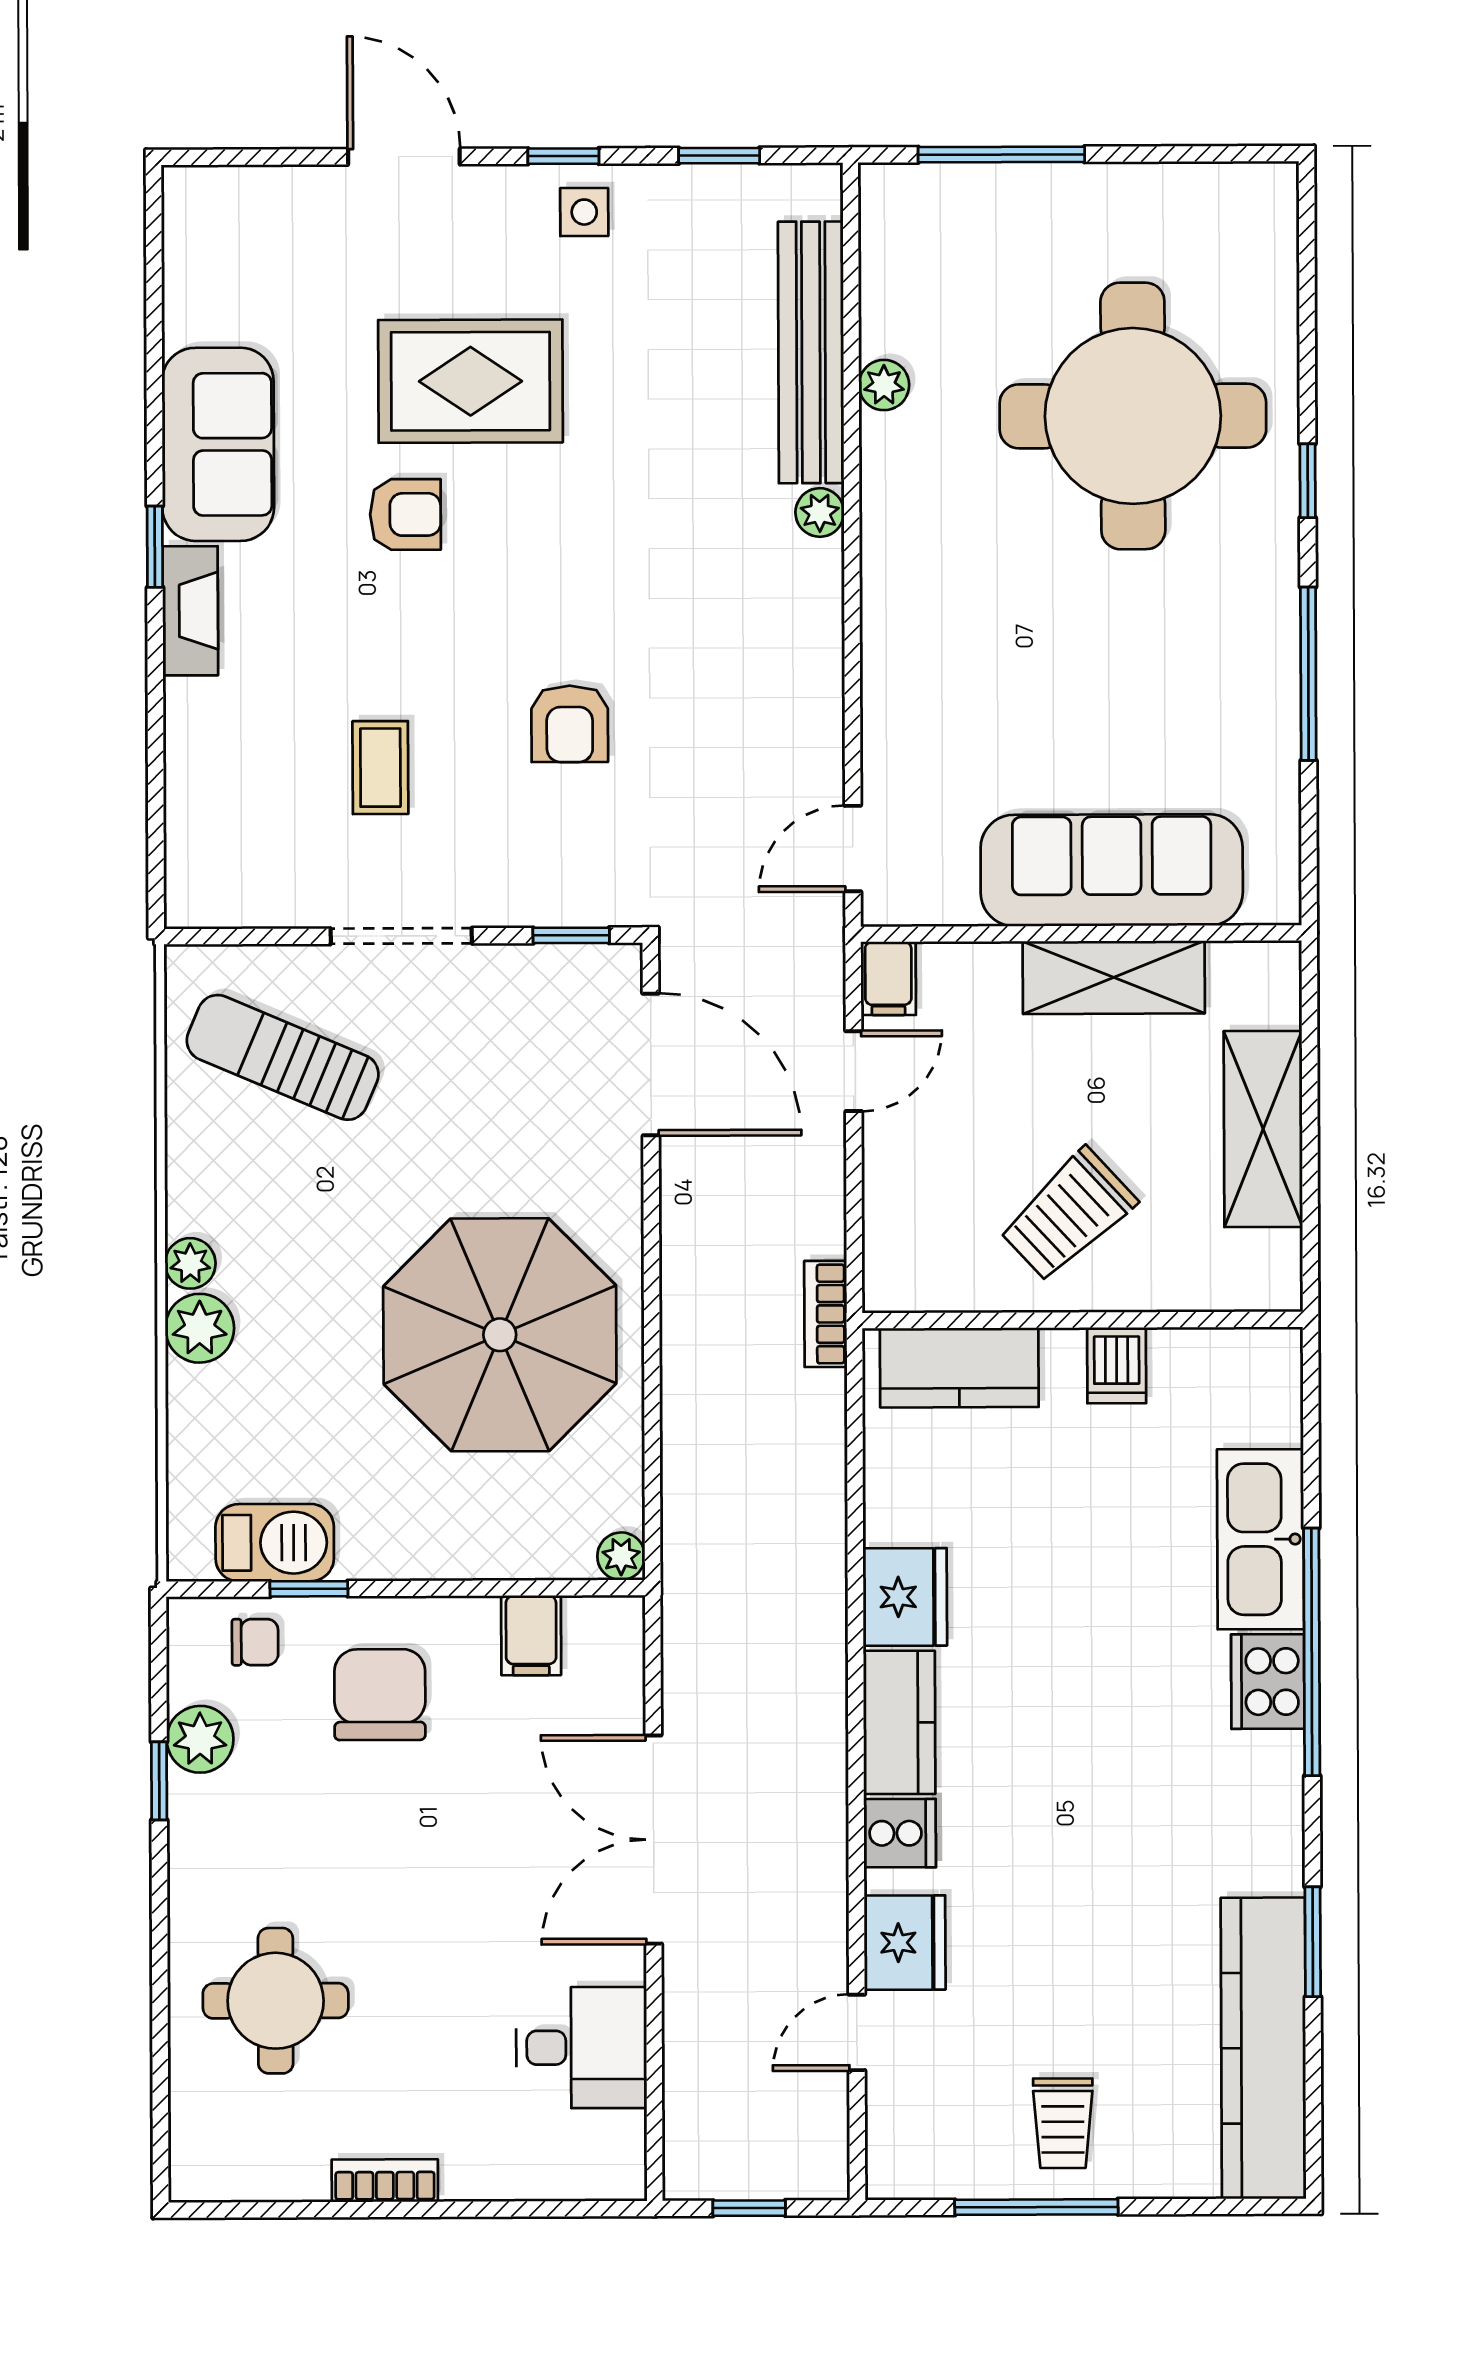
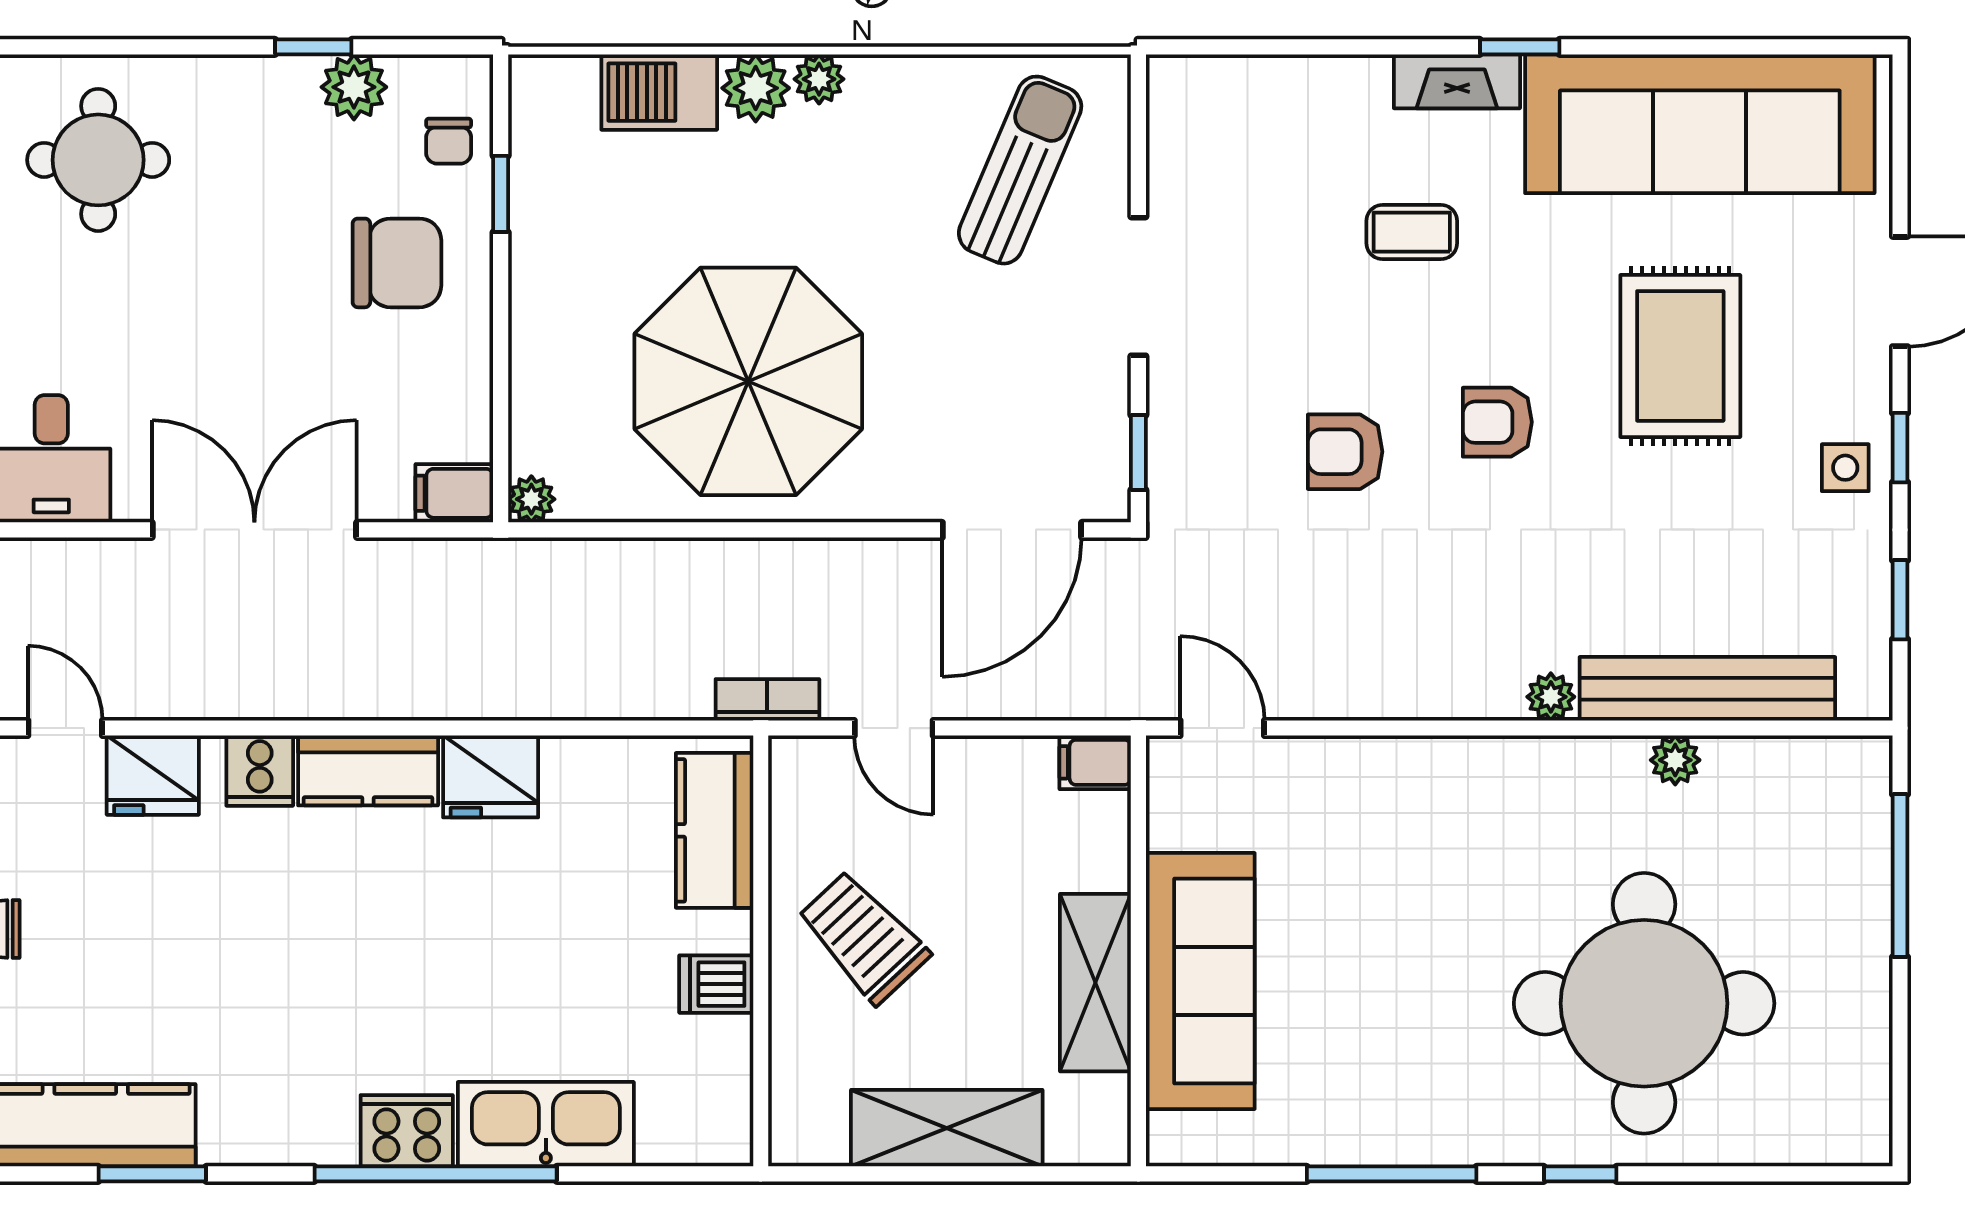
sofa: (218, 444) -> (1700, 124), width x1.85, depth x1.27
armchair: (405, 514) -> (1497, 422), moved, turned 90
coffee table: (380, 768) -> (1412, 232), moved
door: (854, 1071) -> (894, 728), moved
barbecue: (275, 1543) -> (659, 92), moved, turned 90
filing cabinet: (531, 1635) -> (454, 493), moved

